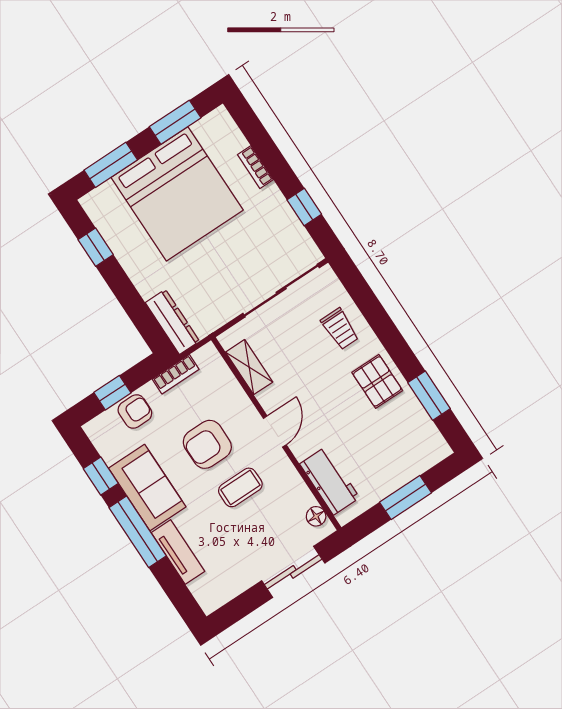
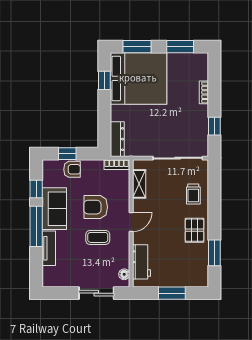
bed: (177, 194) -> (138, 78), moved, turned -90
bookcase: (176, 374) -> (117, 165), moved

